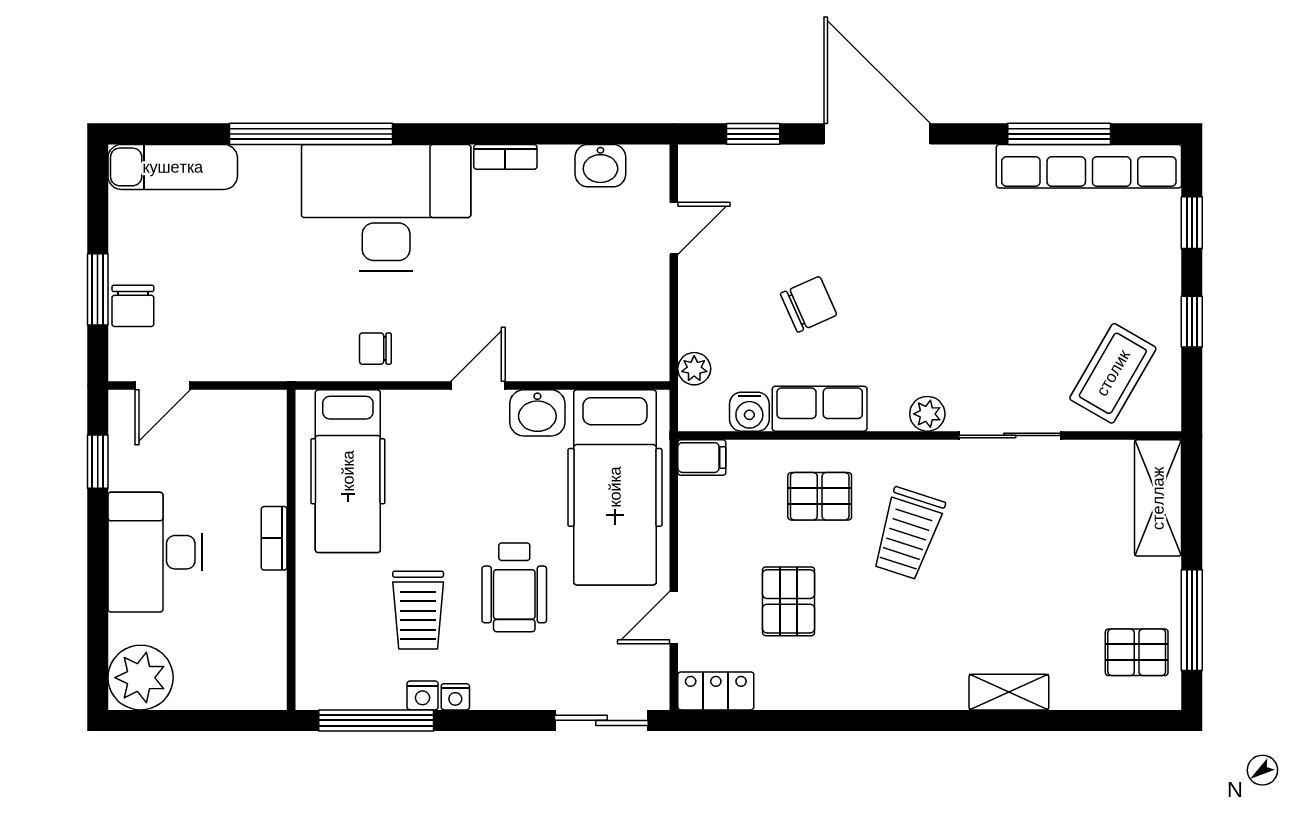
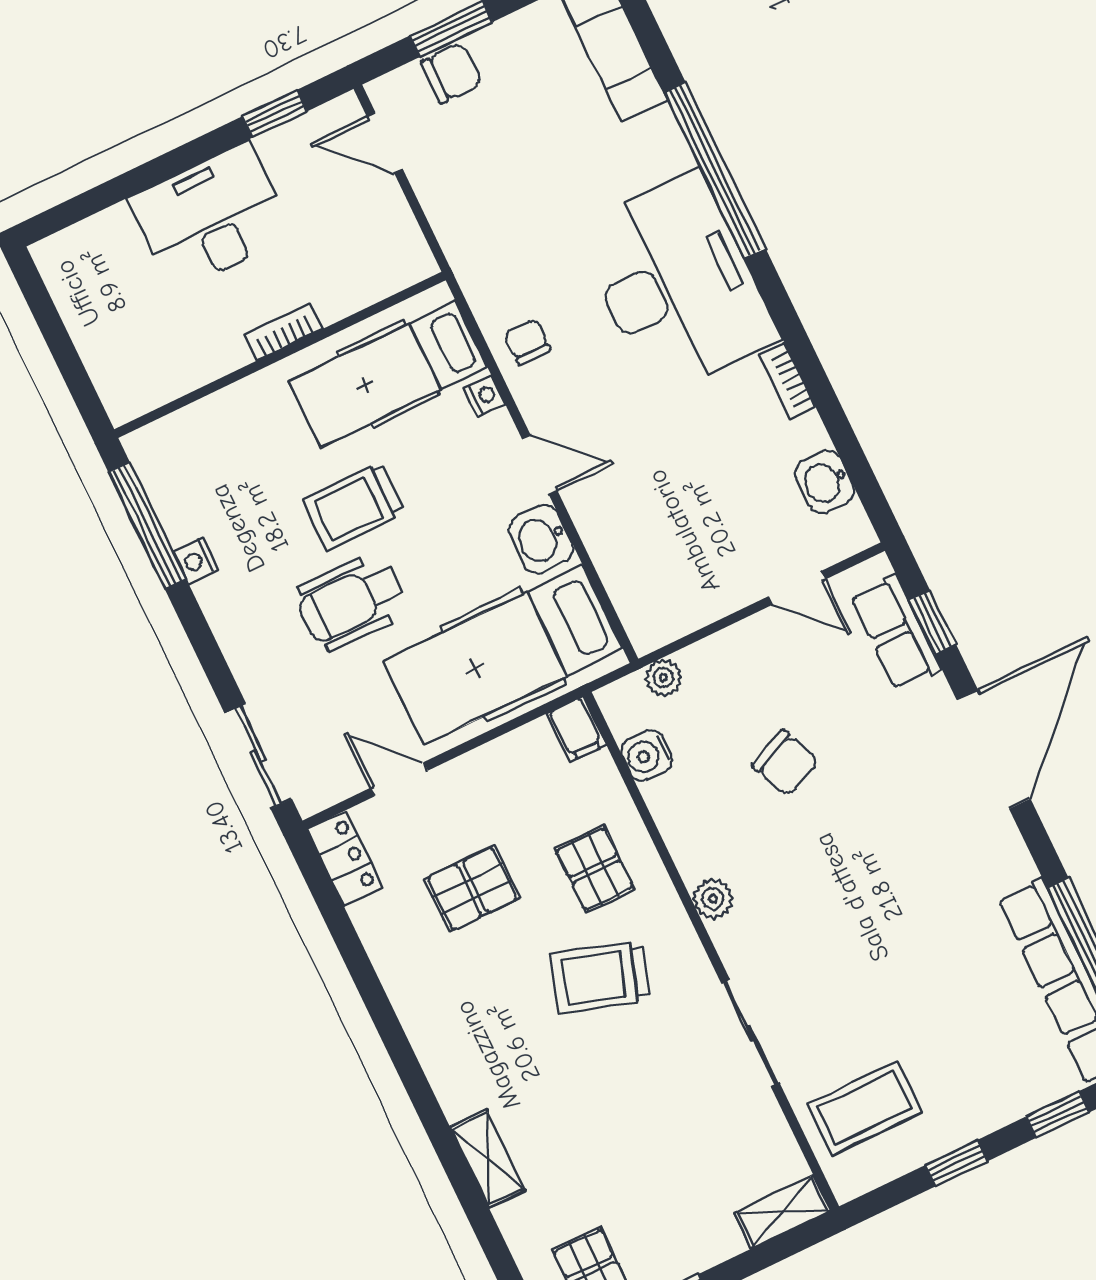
chair: (133, 306) -> (451, 73), turned 180
coffee table: (1113, 373) -> (865, 1108), turned -30
row of seats: (820, 409) -> (896, 632), moved, turned 180
plant: (927, 414) -> (713, 899), moved
shelving: (1158, 498) -> (782, 1212), width x0.67, depth x0.75
trolley: (418, 610) -> (354, 506), moved
plant: (141, 678) -> (75, 264), removed
nightstand: (455, 697) -> (485, 396), moved, turned 180

